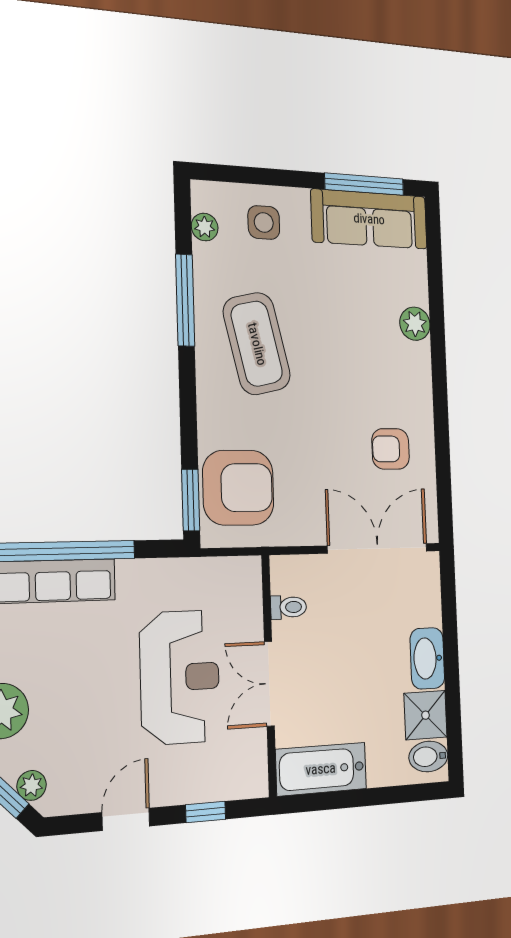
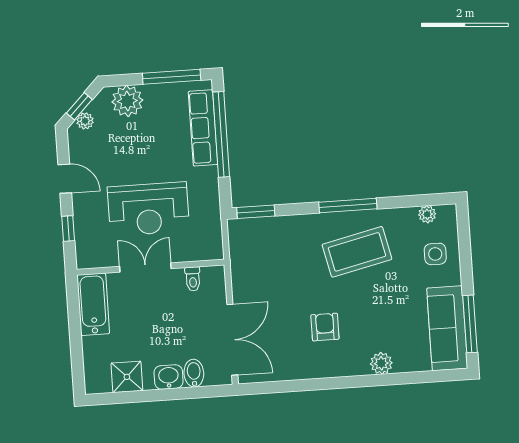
window: (185, 300) -> (348, 205), moved
armchair: (391, 449) -> (325, 327), moved
armchair: (238, 488) -> (265, 243), removed
washbasin: (427, 658) -> (169, 377), width x0.72
bidet: (428, 756) -> (194, 373), moved

